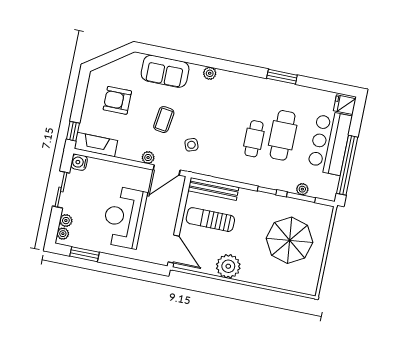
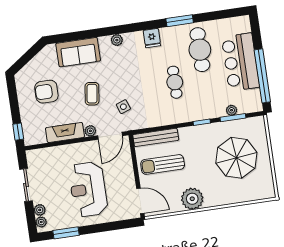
fridge: (345, 105) -> (152, 38), moved, turned -90
cafe table: (283, 135) -> (200, 50), moved
fireplace: (96, 145) -> (65, 133), moved
water cooler: (79, 162) -> (33, 156), removed

